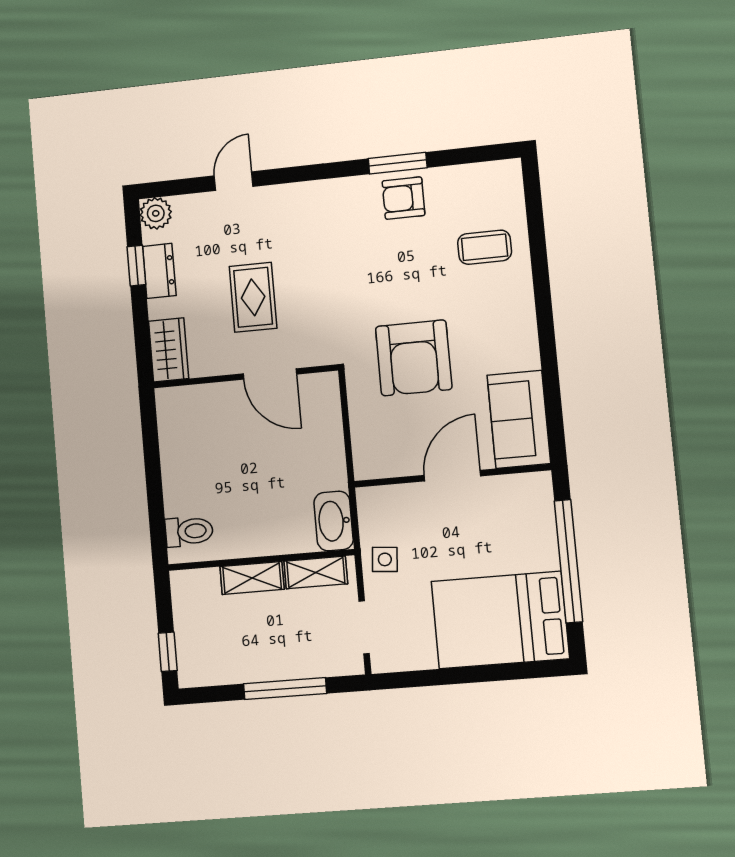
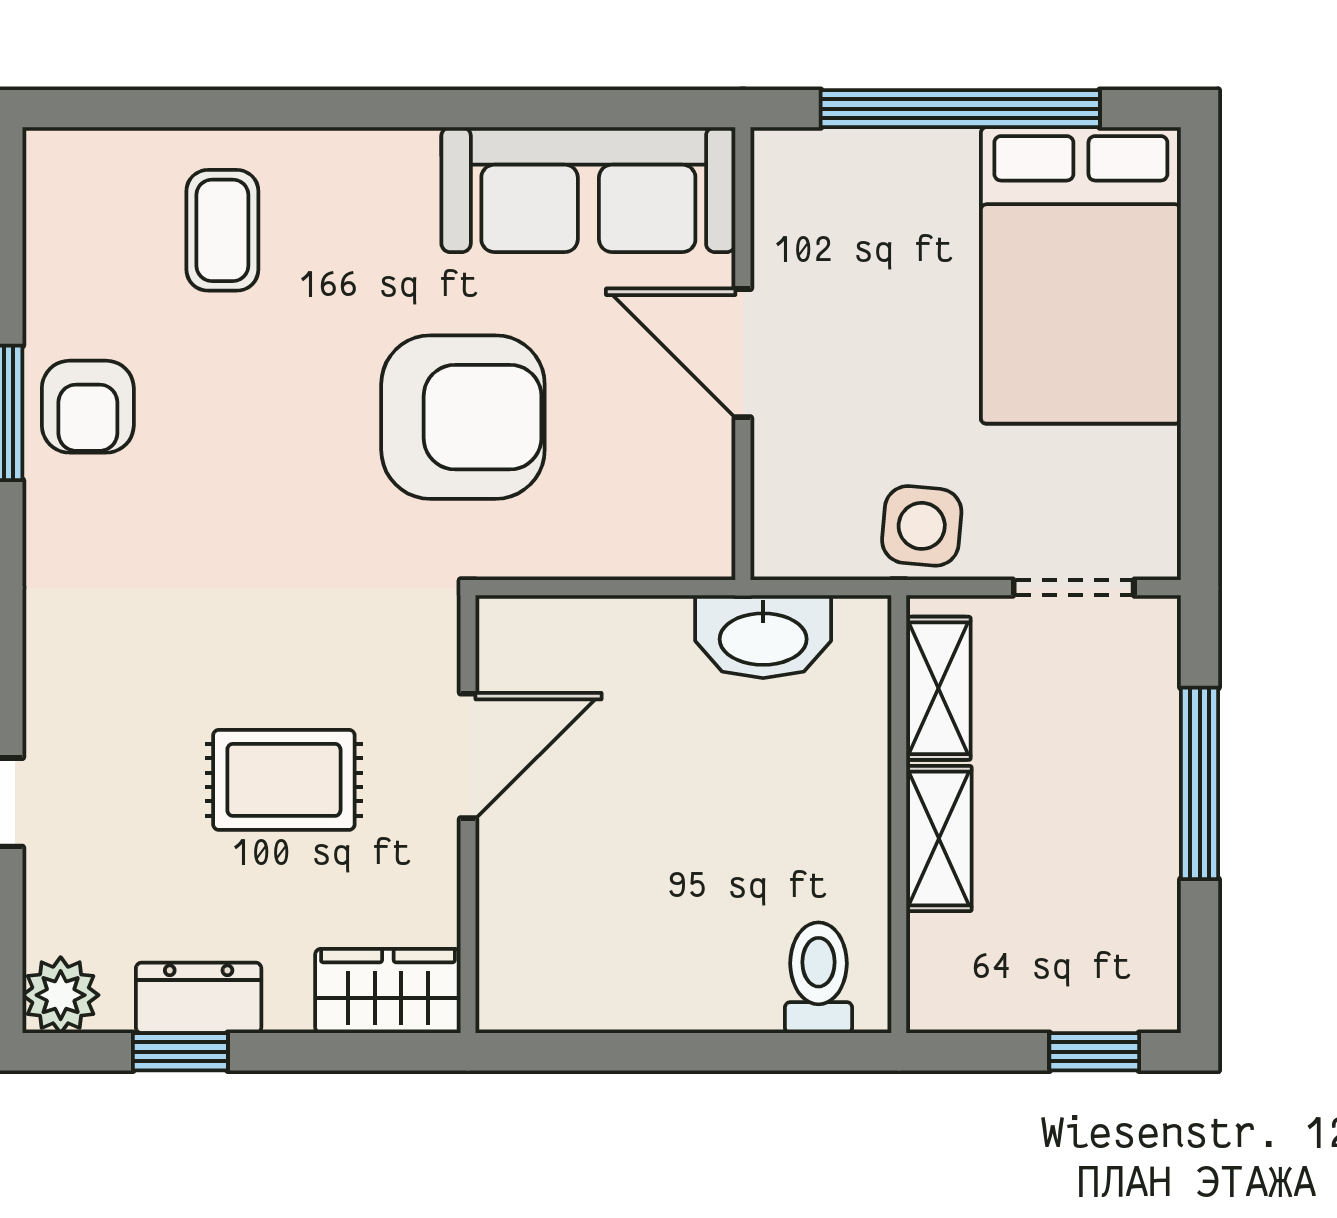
sofa: (519, 419) -> (588, 190), width x1.36
washbasin: (334, 521) -> (763, 637), moved
side table: (385, 559) -> (922, 526), width x1.37, depth x1.37

